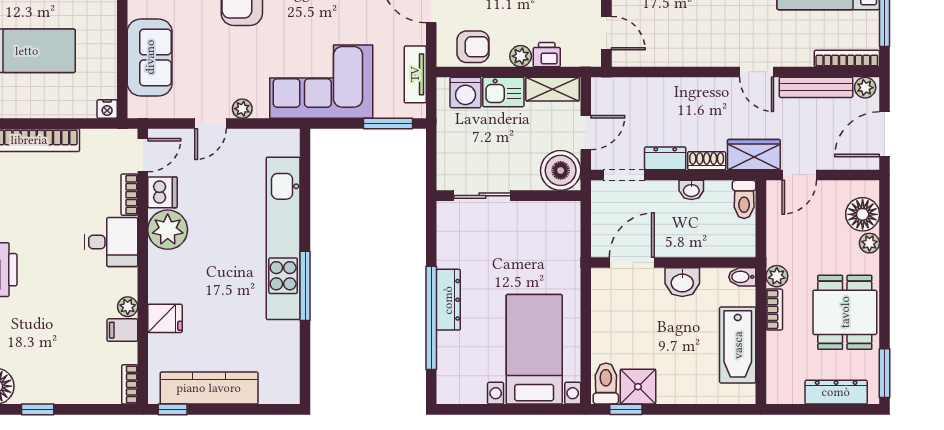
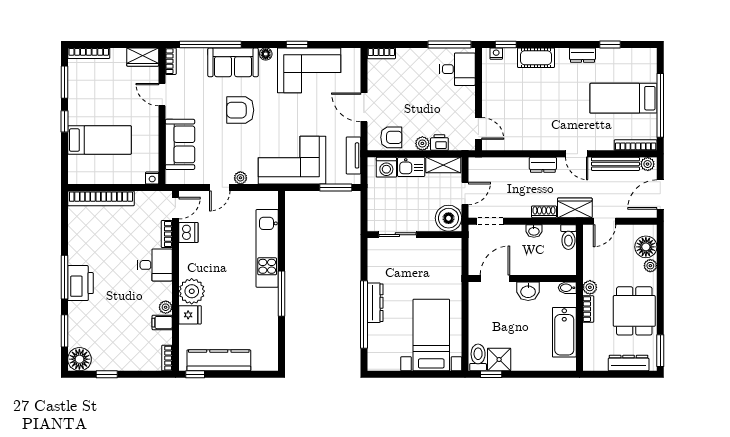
dresser: (665, 158) -> (543, 165), moved, turned 180
plant: (168, 230) -> (192, 291), moved
kitchen unit: (283, 238) -> (267, 248), width x0.73

